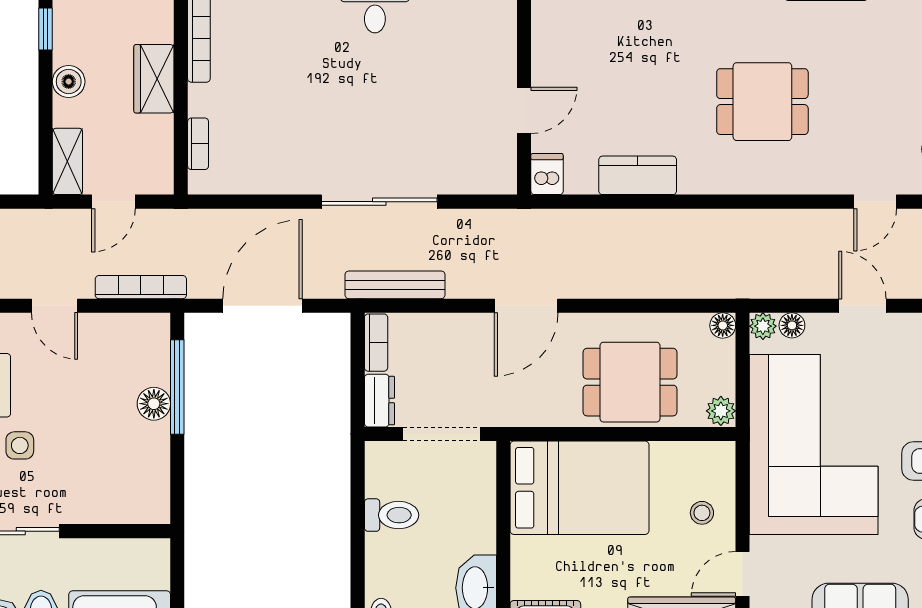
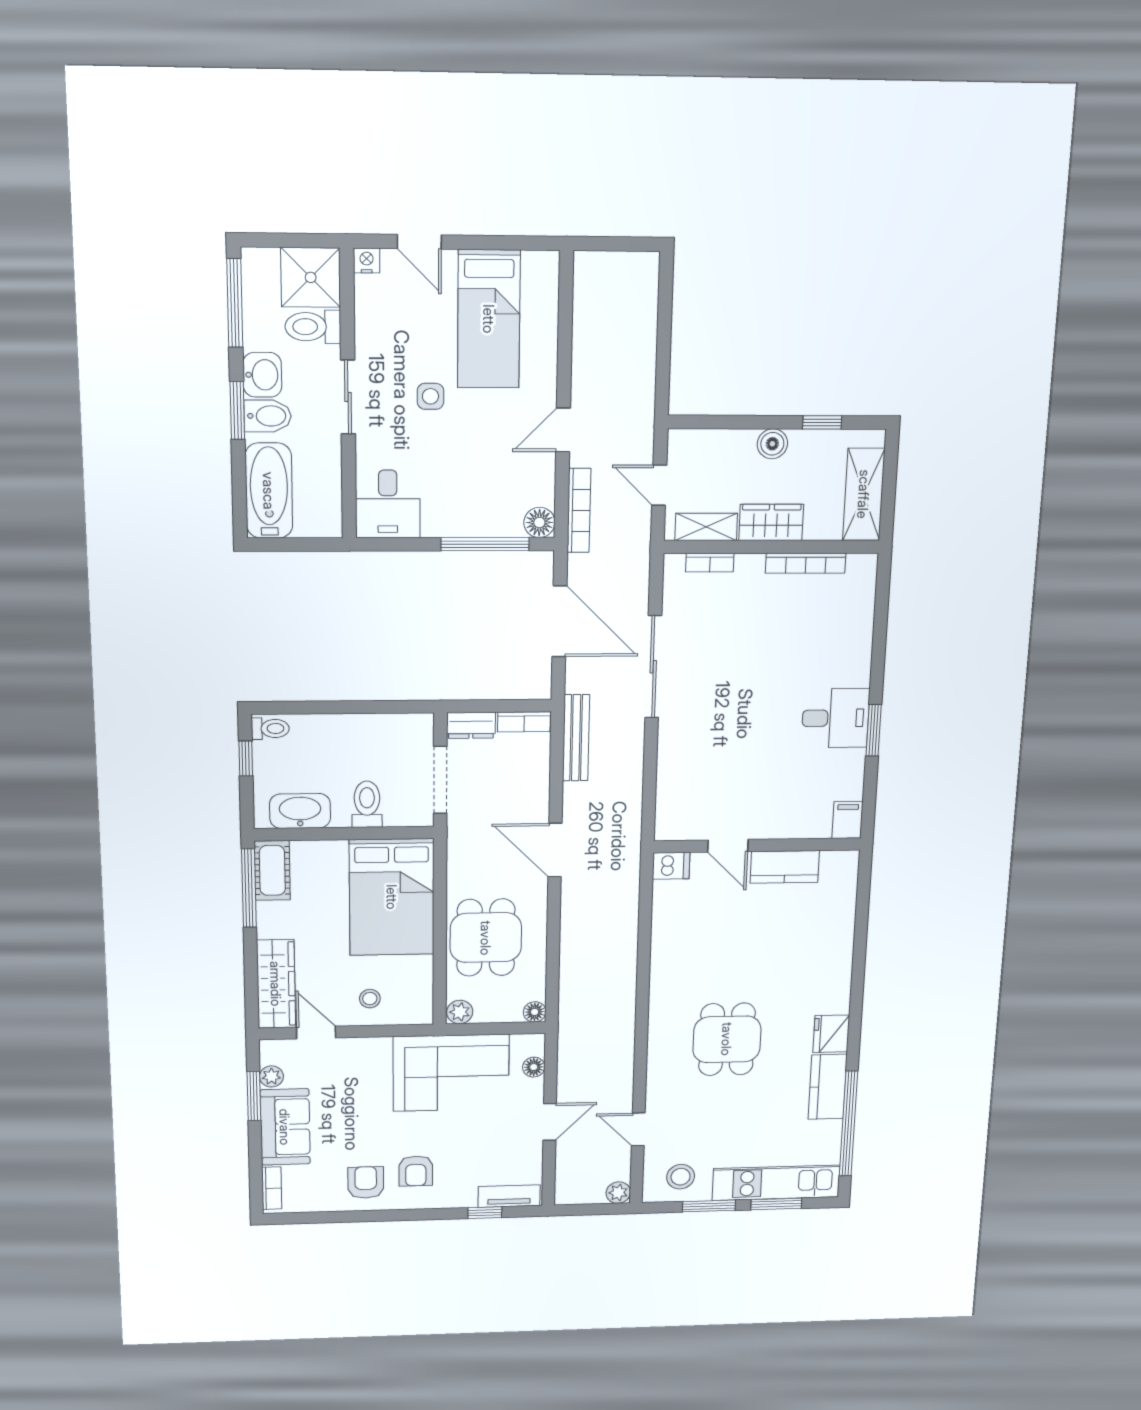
shelving: (67, 161) -> (706, 527), moved
kitchen counter: (638, 175) -> (785, 867), moved, turned 90
sliding door: (379, 202) -> (653, 667), moved
plant: (763, 326) -> (533, 1044), removed
floor lamp: (154, 404) -> (539, 522), moved
corner sofa: (814, 444) -> (451, 1073), width x0.73, depth x0.74
desk: (134, 490) -> (388, 504), added
toilet: (392, 515) -> (367, 804), moved, turned 180

